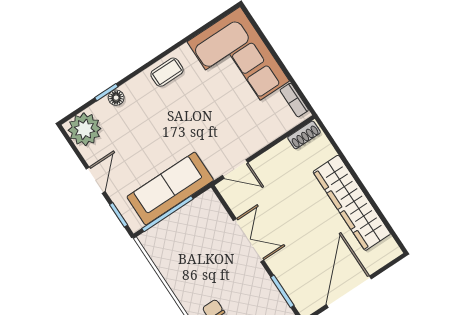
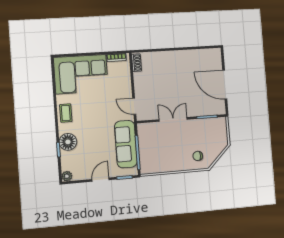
floor lamp: (116, 98) -> (68, 142), width x1.89, depth x1.89
plant: (85, 129) -> (67, 176), width x0.53, depth x0.53
door: (235, 169) -> (134, 106), swing flipped
door: (96, 180) -> (100, 180), hinge flipped
wardrobe: (352, 203) -> (183, 59), removed

